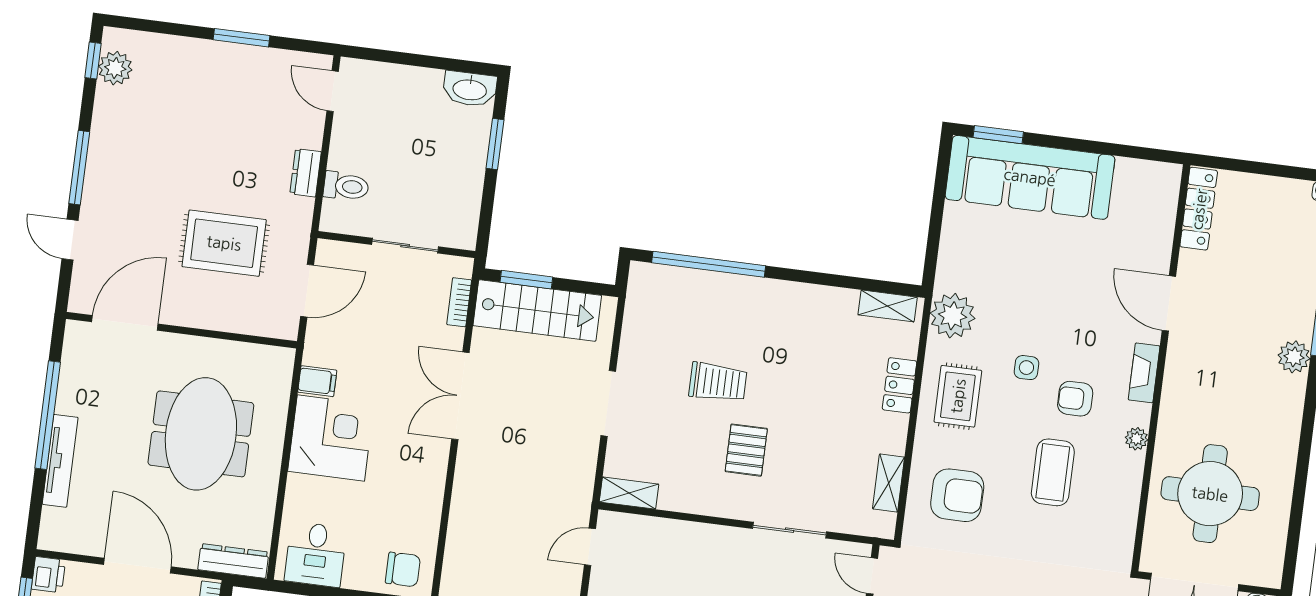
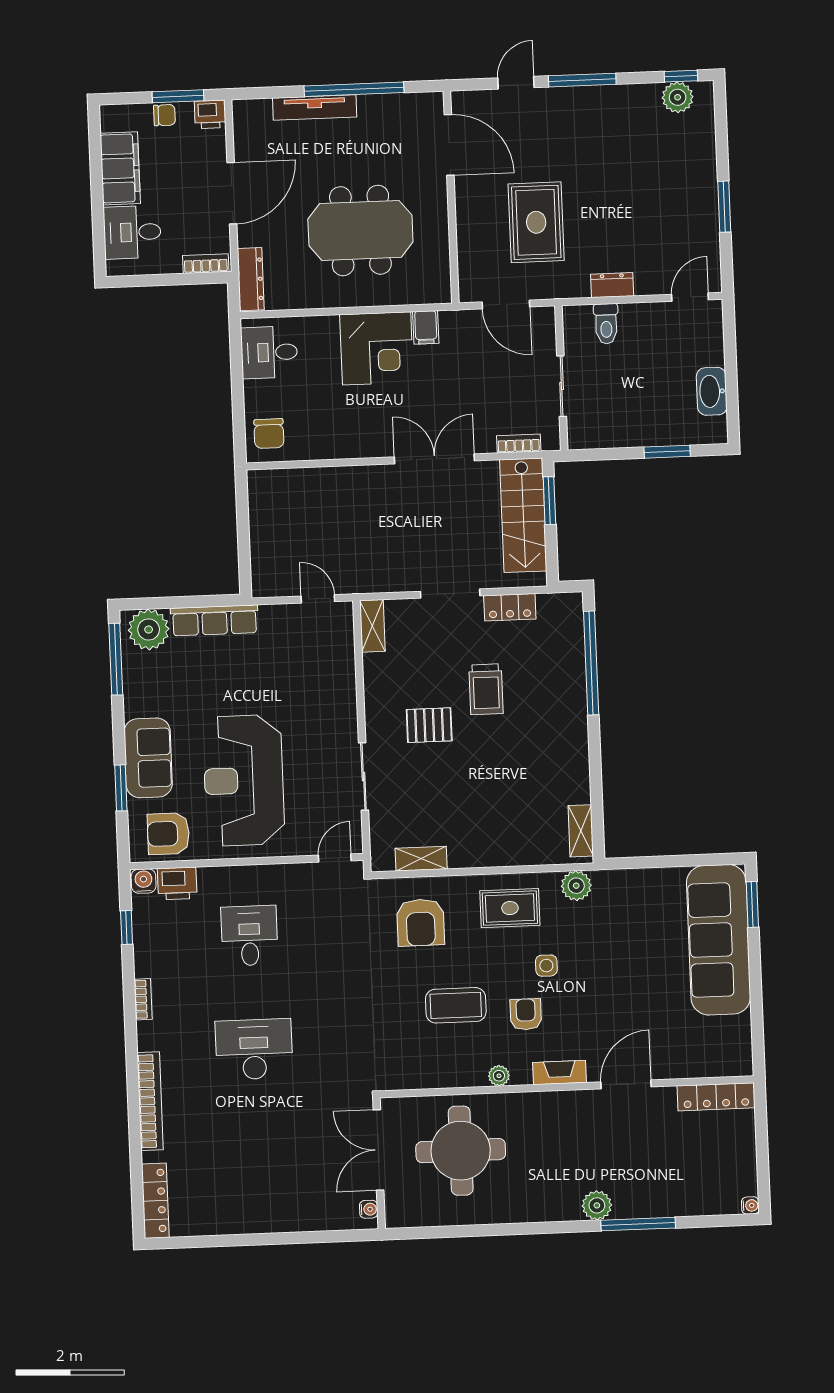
washbasin: (470, 89) -> (712, 391), moved
plant: (953, 316) -> (576, 886), width x0.73, depth x0.73
locker: (899, 385) -> (510, 607), moved, turned 180

